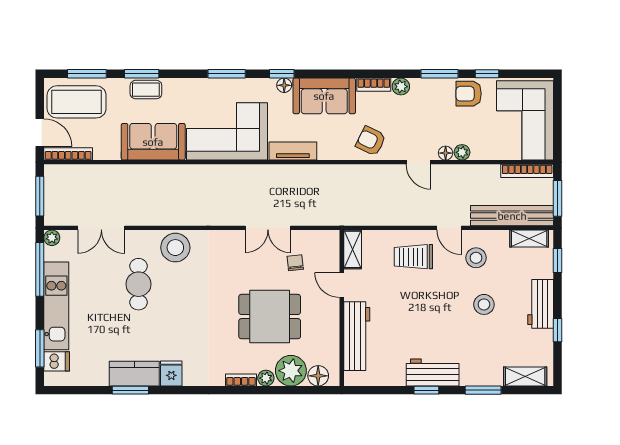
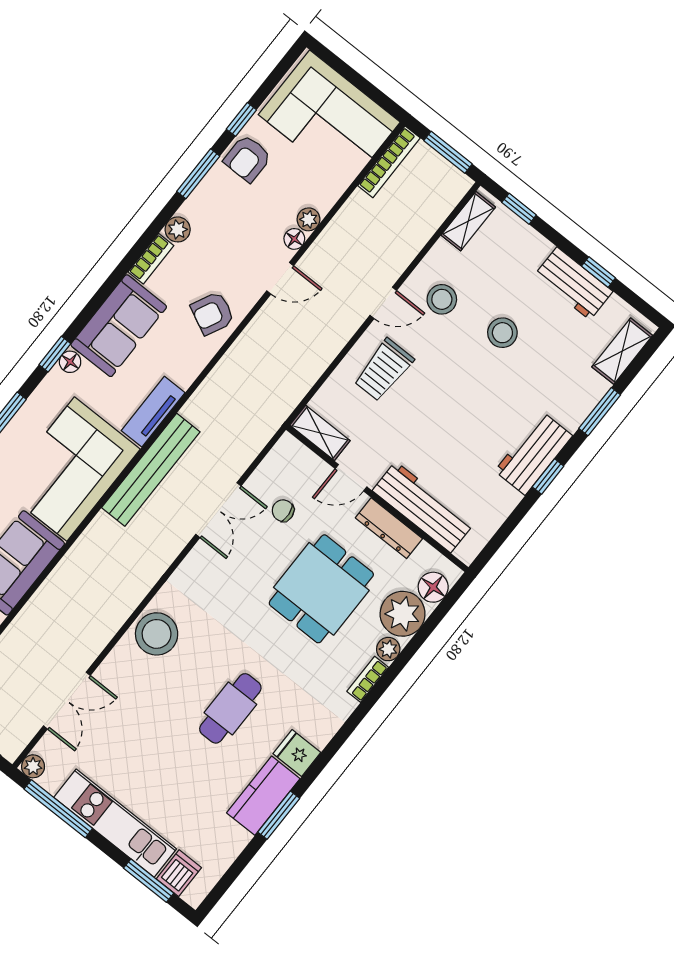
bench: (512, 216) -> (151, 470), moved
cafe table: (138, 284) -> (230, 708), moved, turned 90
workbench: (541, 304) -> (574, 283), moved
dresser: (331, 327) -> (389, 528), added

